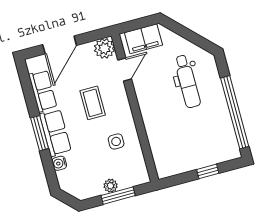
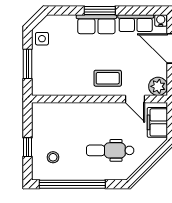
coffee table: (93, 103) -> (108, 78), moved
side table: (116, 141) -> (42, 39), moved
stool: (211, 141) -> (53, 157), added
water cooler: (59, 163) -> (161, 20), moved
plant: (111, 186) -> (38, 60), removed

